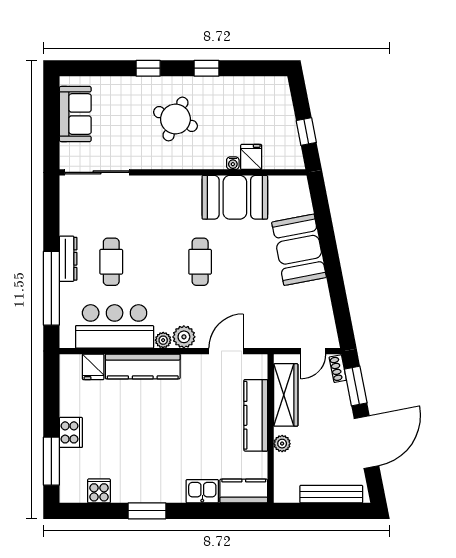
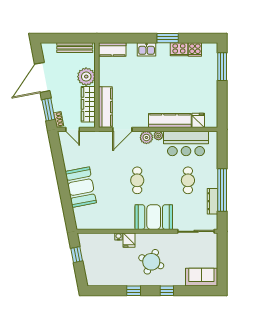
sofa: (75, 114) -> (201, 277), moved, turned 90
fridge: (251, 157) -> (129, 240), moved
booth: (235, 197) -> (154, 217), moved
dresser: (68, 259) -> (213, 201), moved
window: (51, 288) -> (222, 190), moved
door: (313, 351) -> (73, 129), swing flipped
kitchen counter: (256, 415) -> (105, 107), moved
cooker: (71, 432) -> (179, 49), moved, turned -90
plant: (282, 444) -> (86, 77), width x1.88, depth x1.88
kitchen sink: (202, 491) -> (147, 49), moved
bench: (331, 494) -> (75, 48), moved

